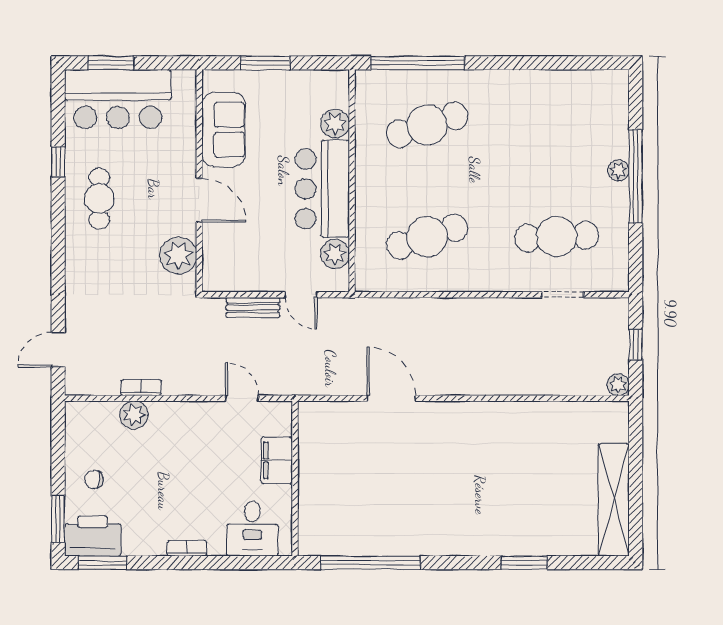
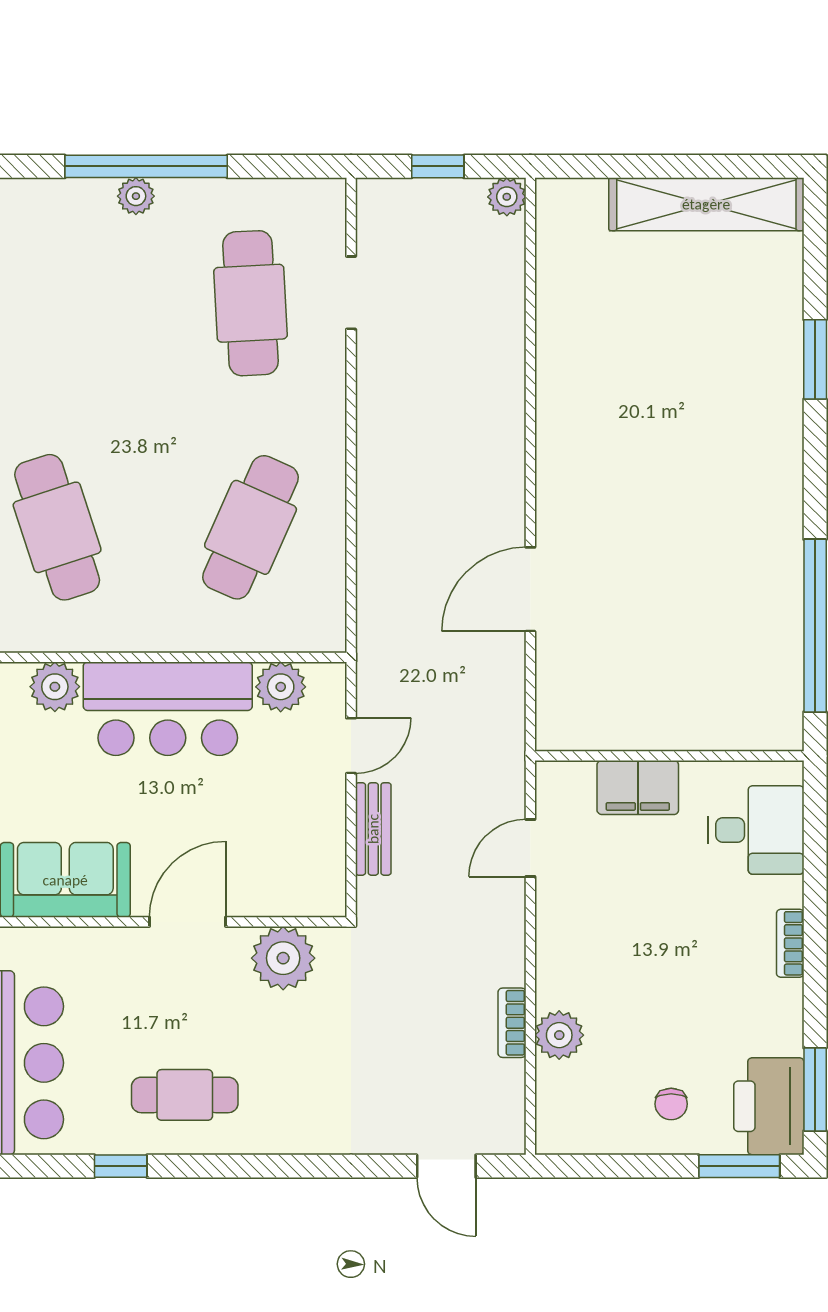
cafe table: (427, 237) -> (251, 527), turned 42

